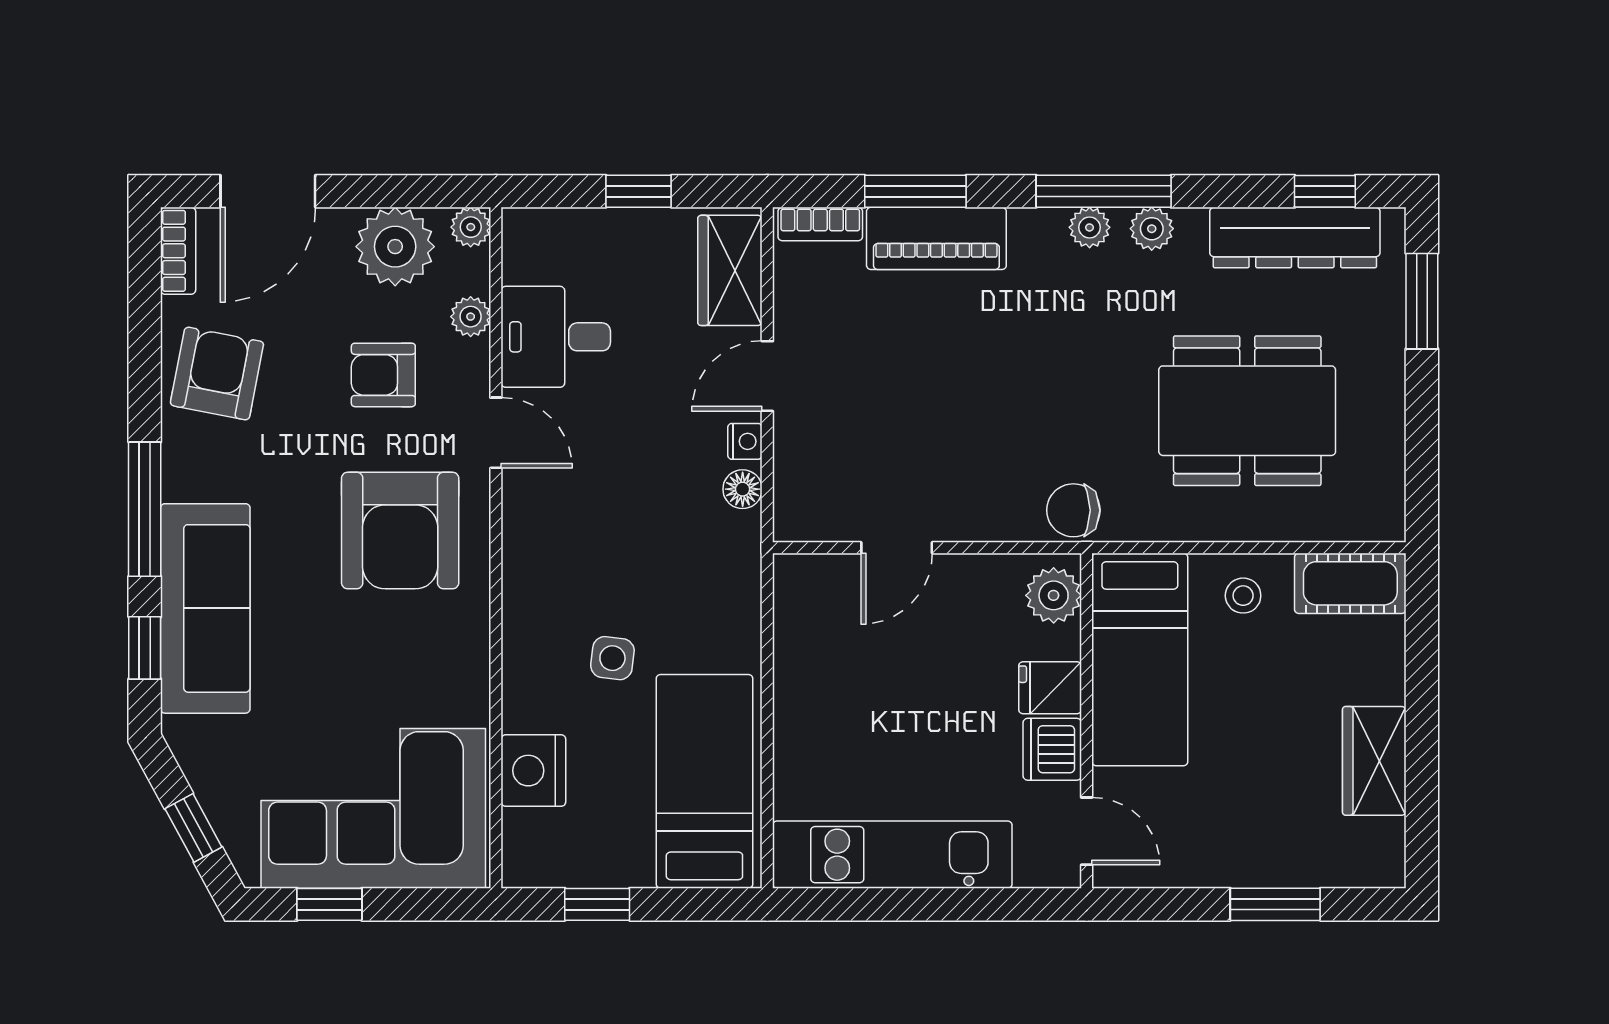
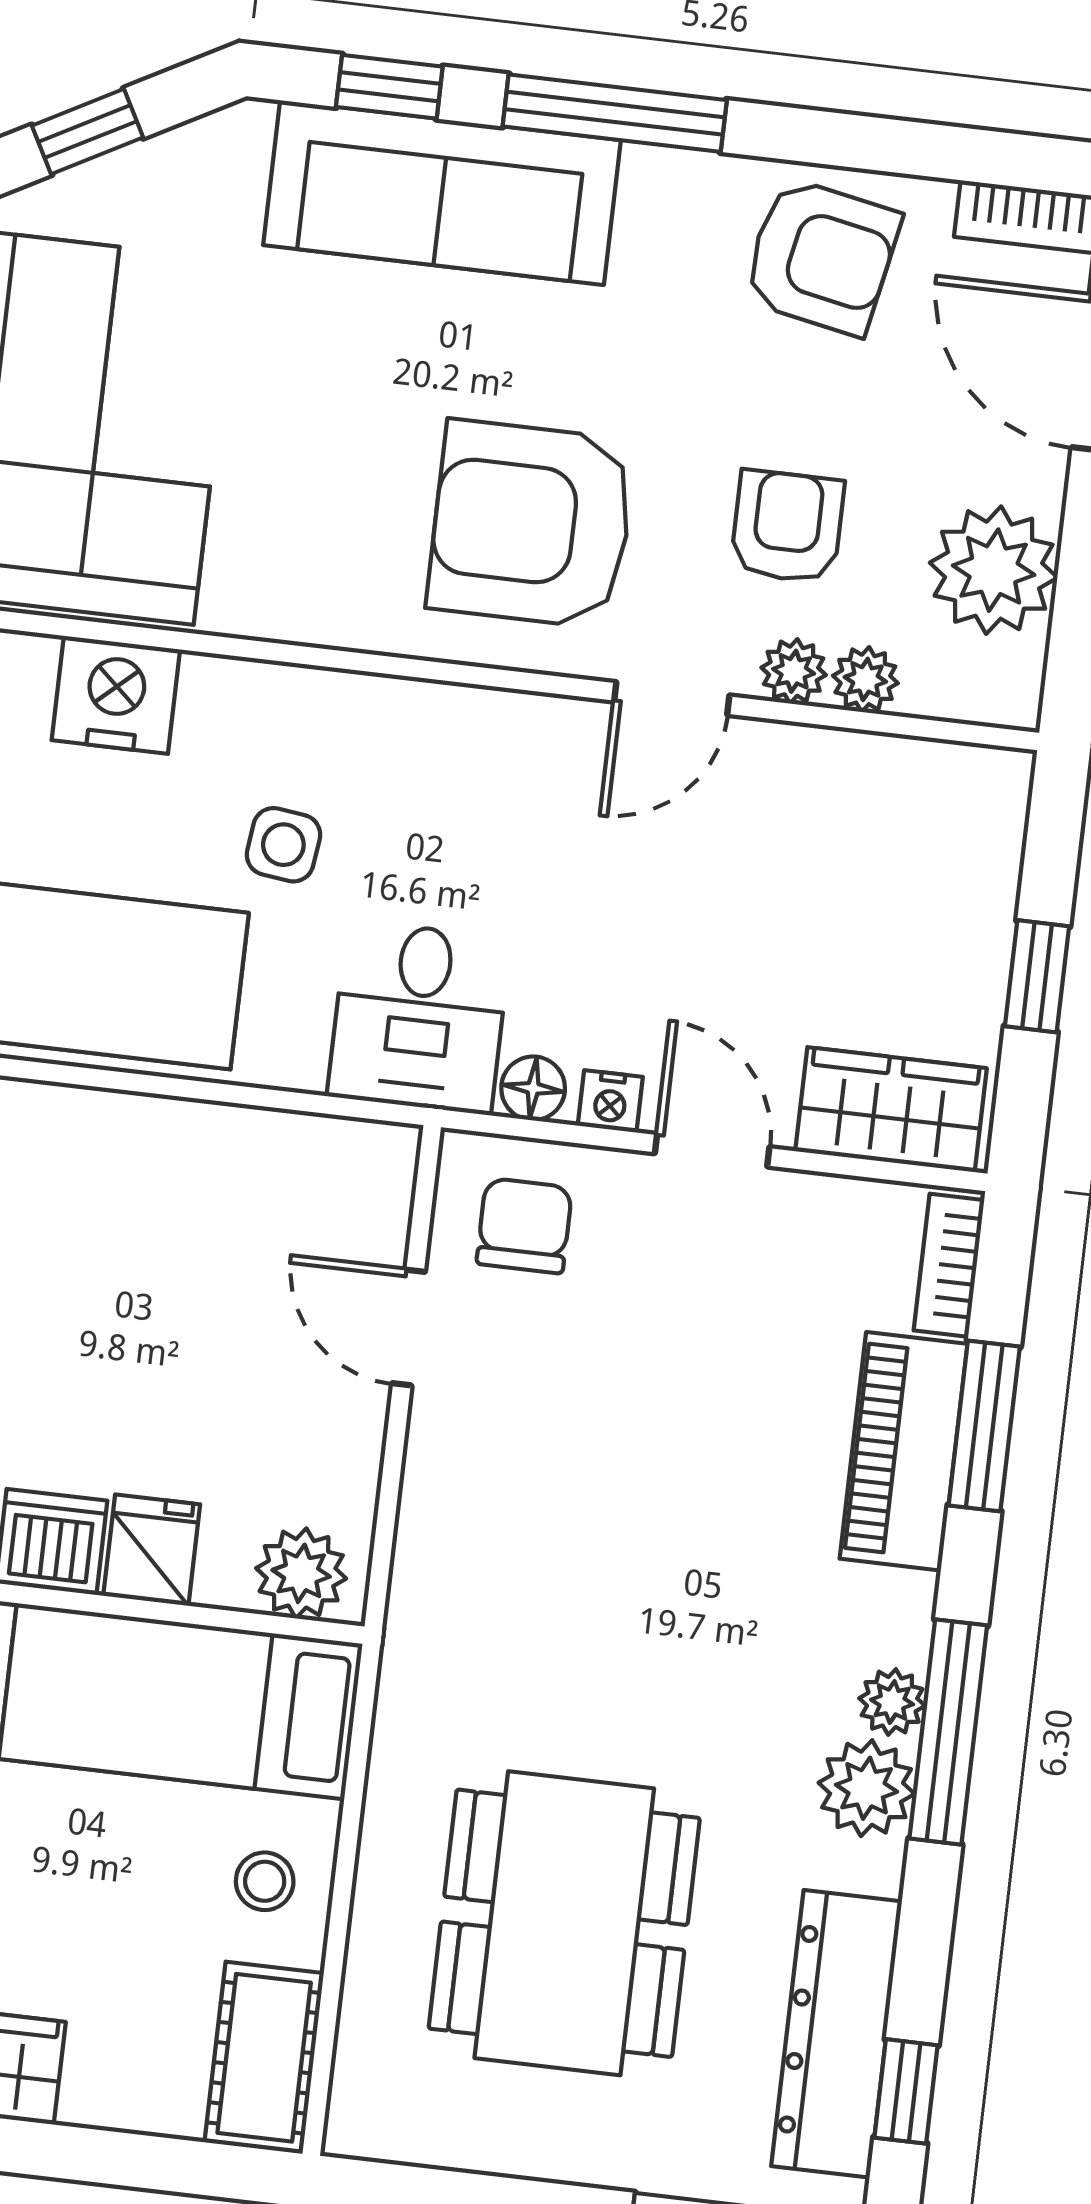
plant: (471, 227) -> (794, 671), moved
plant: (1152, 229) -> (867, 1788), width x1.38, depth x1.38
desk: (556, 337) -> (419, 1017), moved, turned 180
chair: (1073, 510) -> (524, 1226), moved

